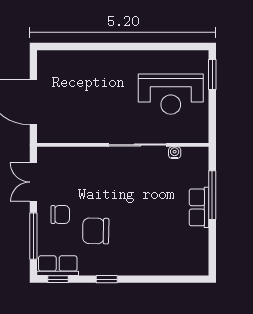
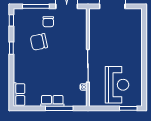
reception desk: (171, 94) -> (117, 85), turned 180
chair: (96, 231) -> (39, 42), turned -103
row of seats: (58, 266) -> (19, 95), moved

